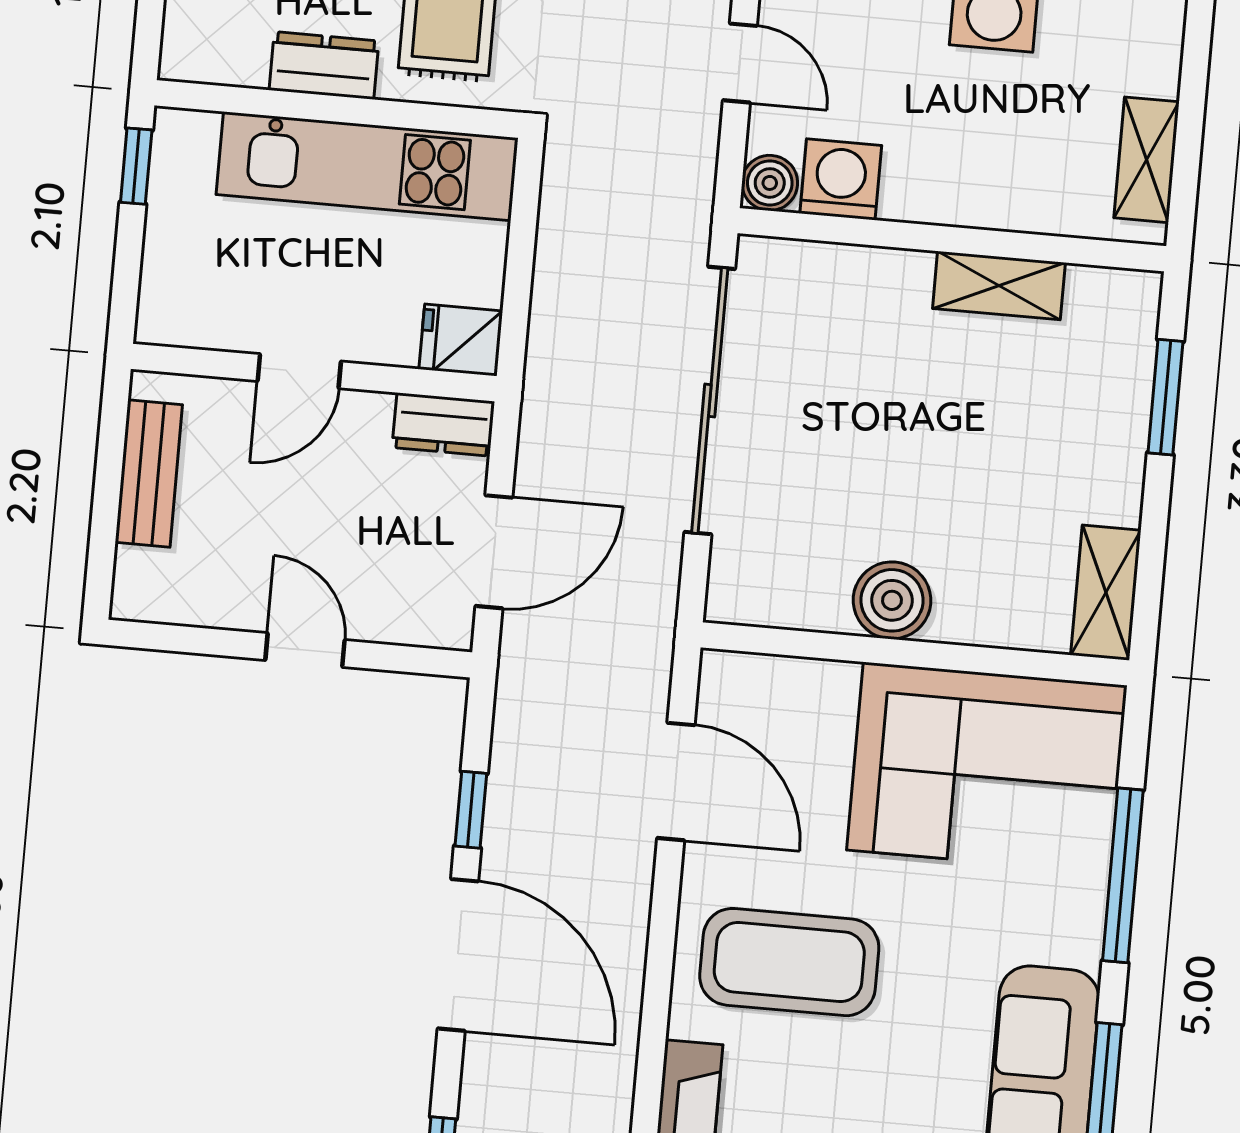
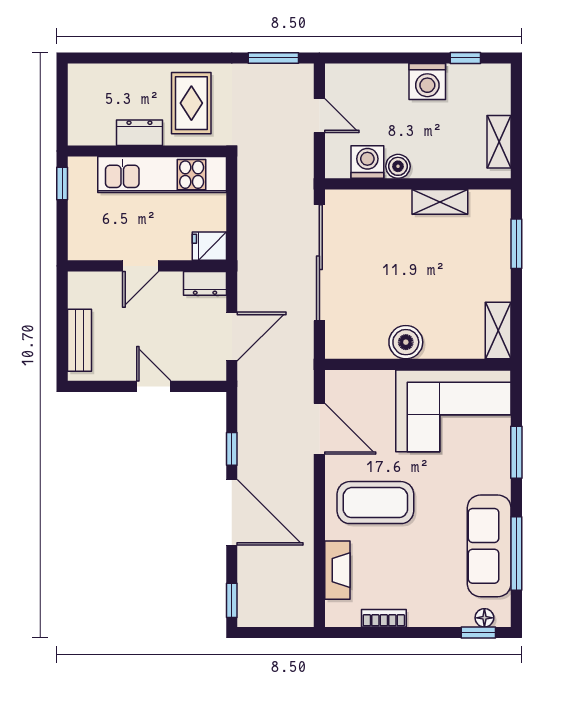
boiler: (770, 183) -> (398, 166), moved
bench: (149, 473) -> (80, 340), moved
window: (1123, 875) -> (516, 452), width x0.69

